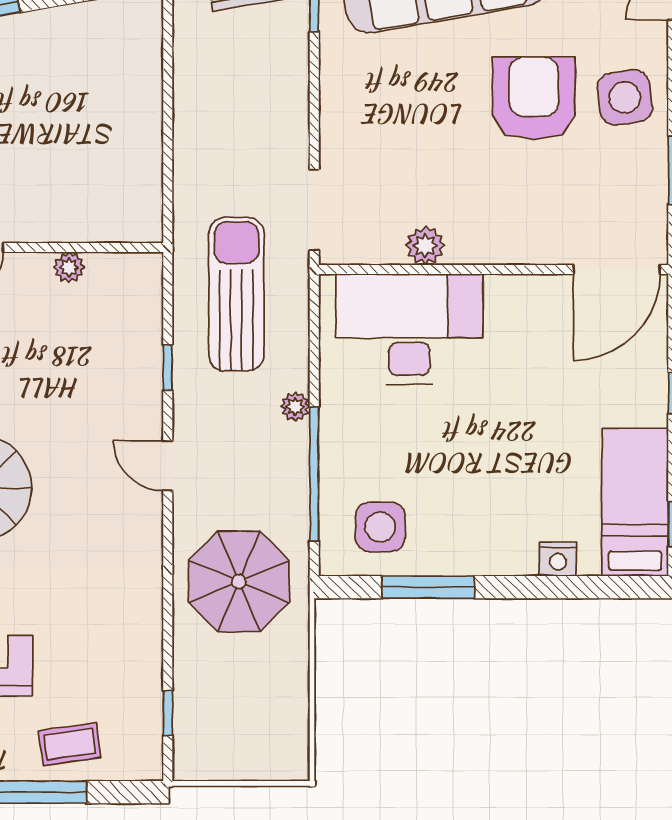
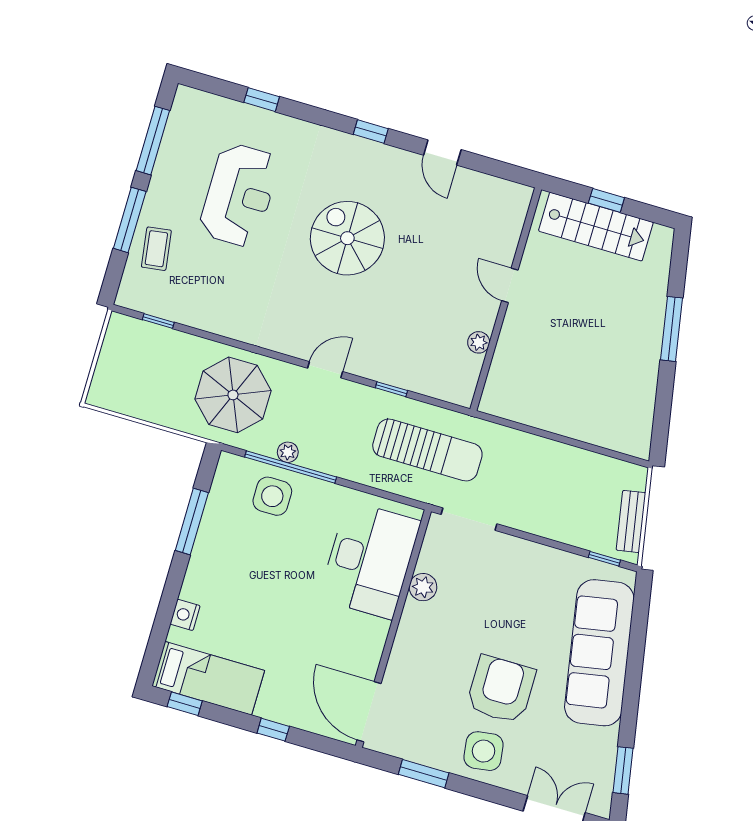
armchair: (534, 98) -> (501, 689), turned -90
plant: (295, 407) -> (288, 452), moved
side table: (380, 527) -> (272, 496), moved

